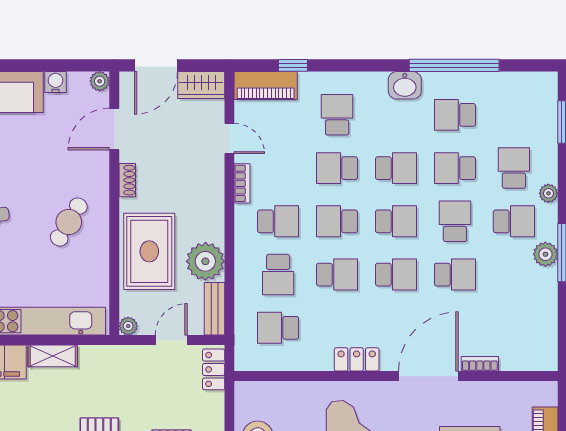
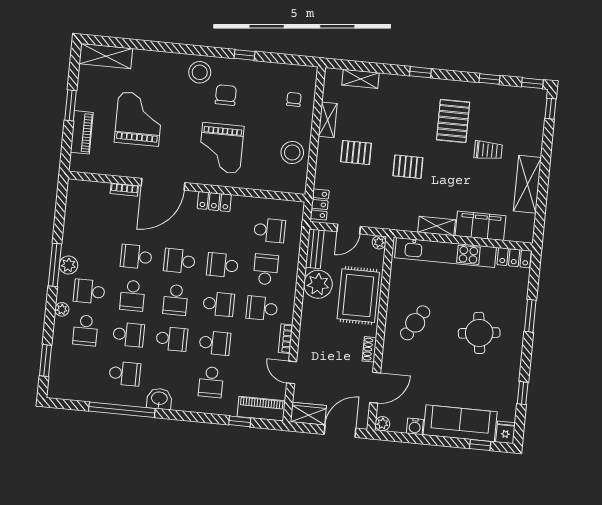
school desk: (396, 168) -> (172, 339), turned 180
school desk: (396, 221) -> (176, 300), turned -90

